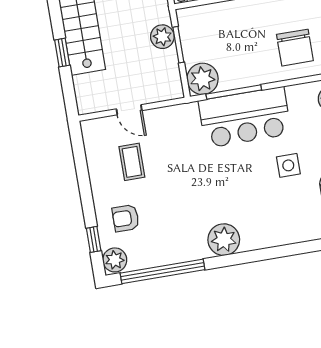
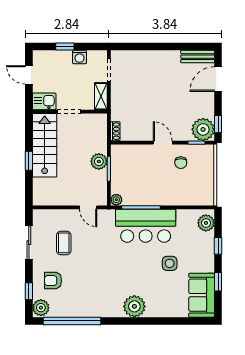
chair: (295, 48) -> (181, 163), moved, width x0.54, depth x0.54
plant: (203, 79) -> (116, 200), width x0.53, depth x0.53
door: (129, 110) -> (88, 207), moved
sliding door: (82, 170) -> (29, 243), added
plant: (224, 240) -> (134, 306), moved

